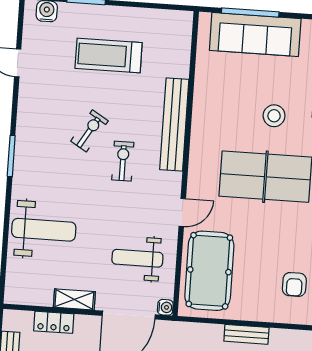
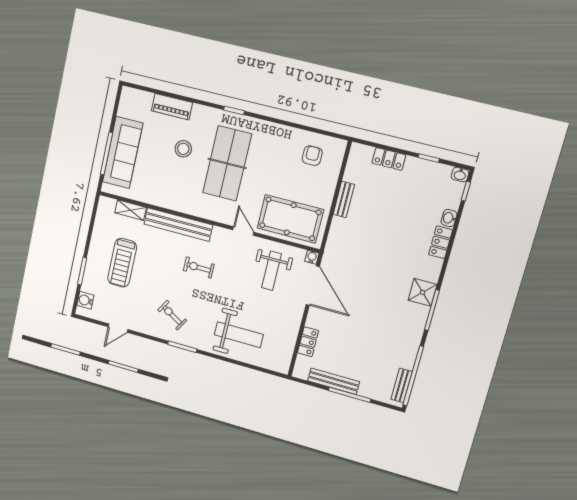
exercise bike: (89, 131) -> (172, 315), moved
weight bench: (44, 230) -> (239, 335), turned 90
armchair: (294, 284) -> (312, 156), turned -90
shelving: (74, 299) -> (131, 210), moved, turned 90

